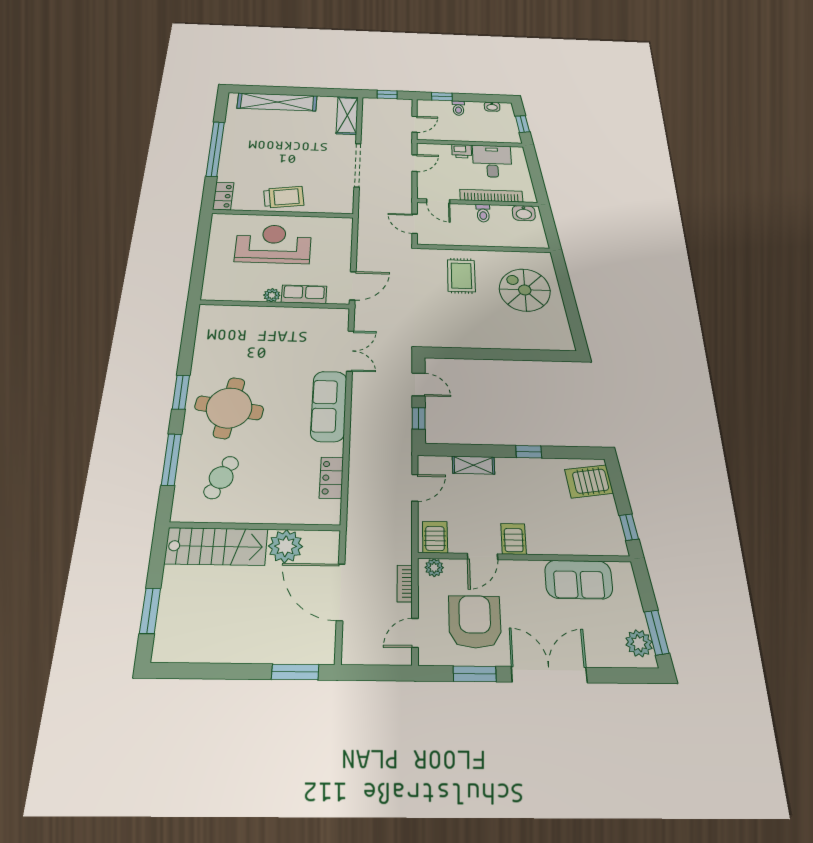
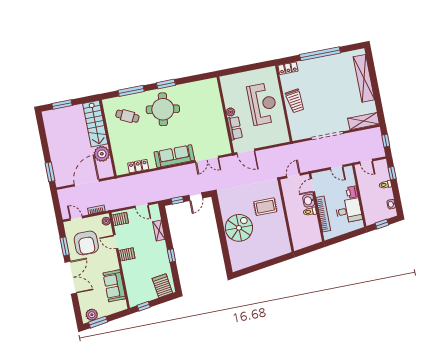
washbasin: (524, 213) -> (309, 201), moved
spiral stairs: (525, 290) -> (239, 228), moved
armchair: (475, 622) -> (86, 243), turned 90

